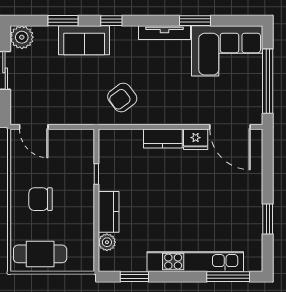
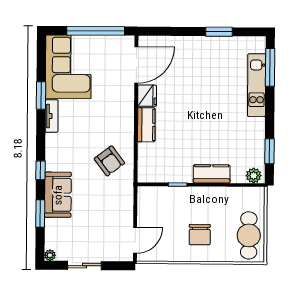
tv unit: (165, 33) -> (52, 116), width x0.71
plant: (22, 37) -> (50, 255), width x0.53, depth x0.53
plant: (107, 242) -> (254, 176), moved
kitchen unit: (195, 262) -> (257, 85), width x0.73

